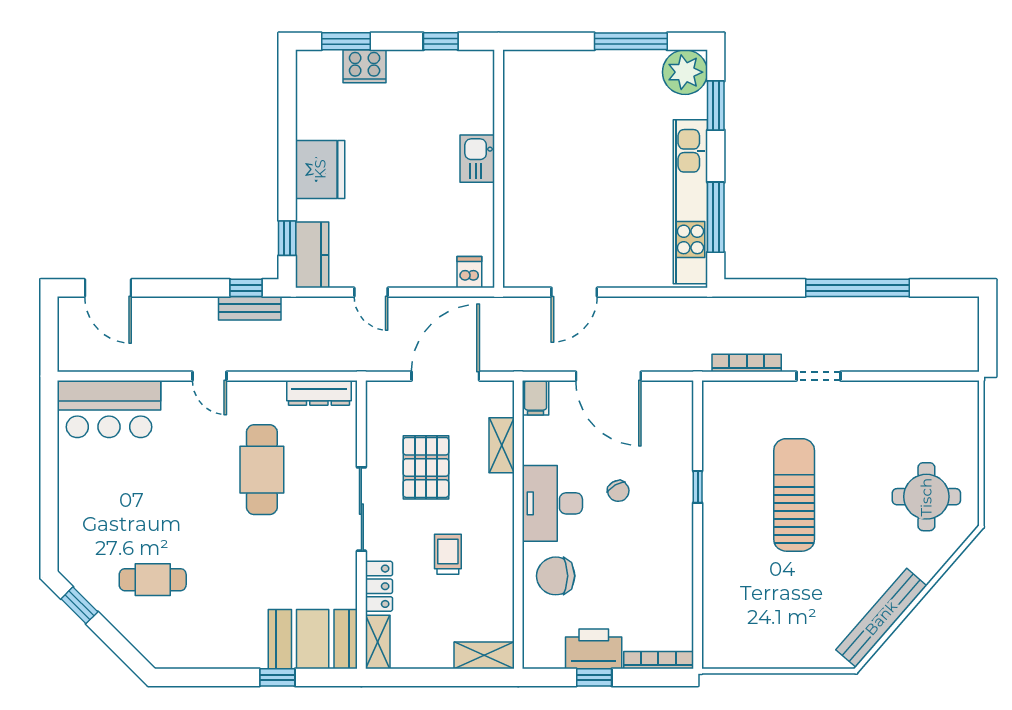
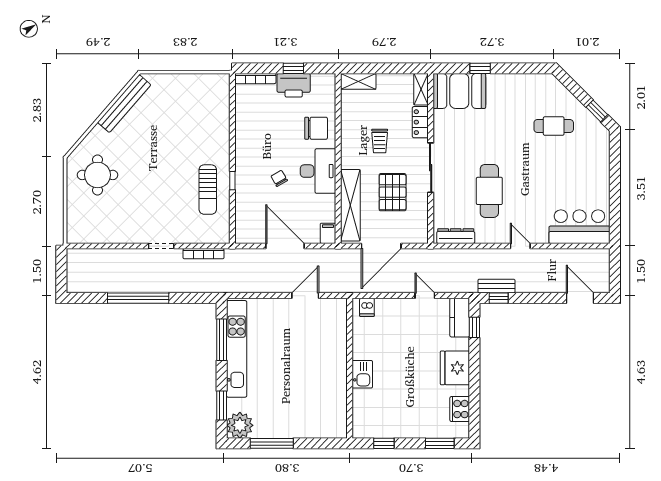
cooker: (365, 66) -> (460, 409), moved, turned -90
shelving: (502, 445) -> (350, 205), width x2.20, depth x1.33
sun lounger: (794, 495) -> (208, 190), moved, width x0.73, depth x0.75

